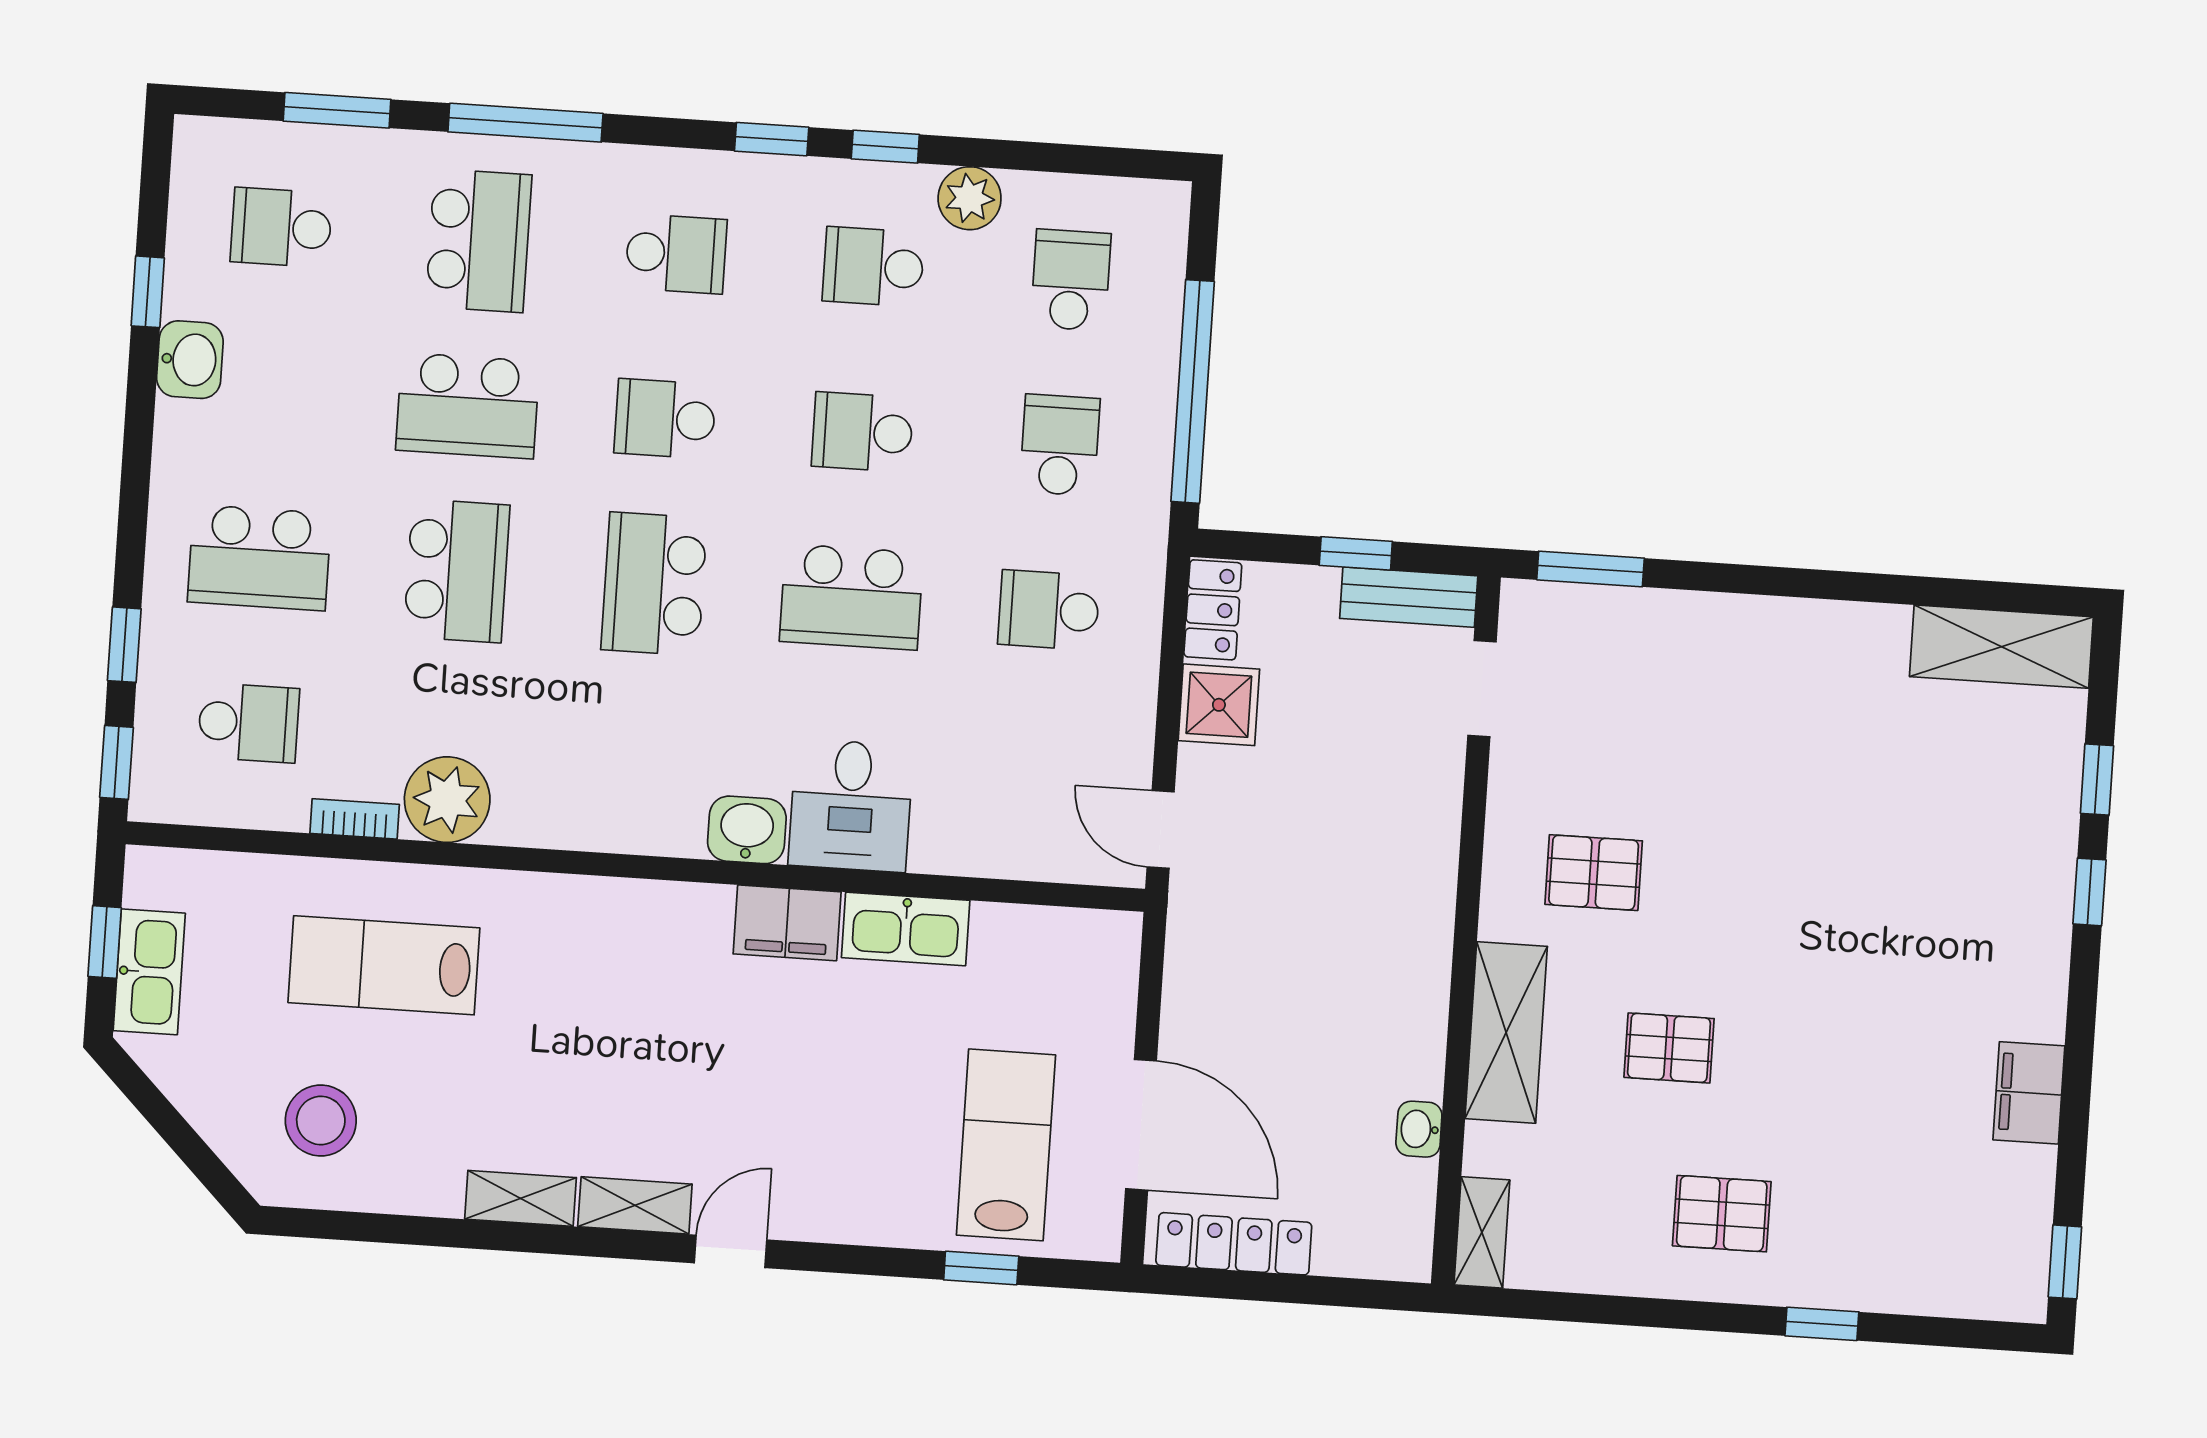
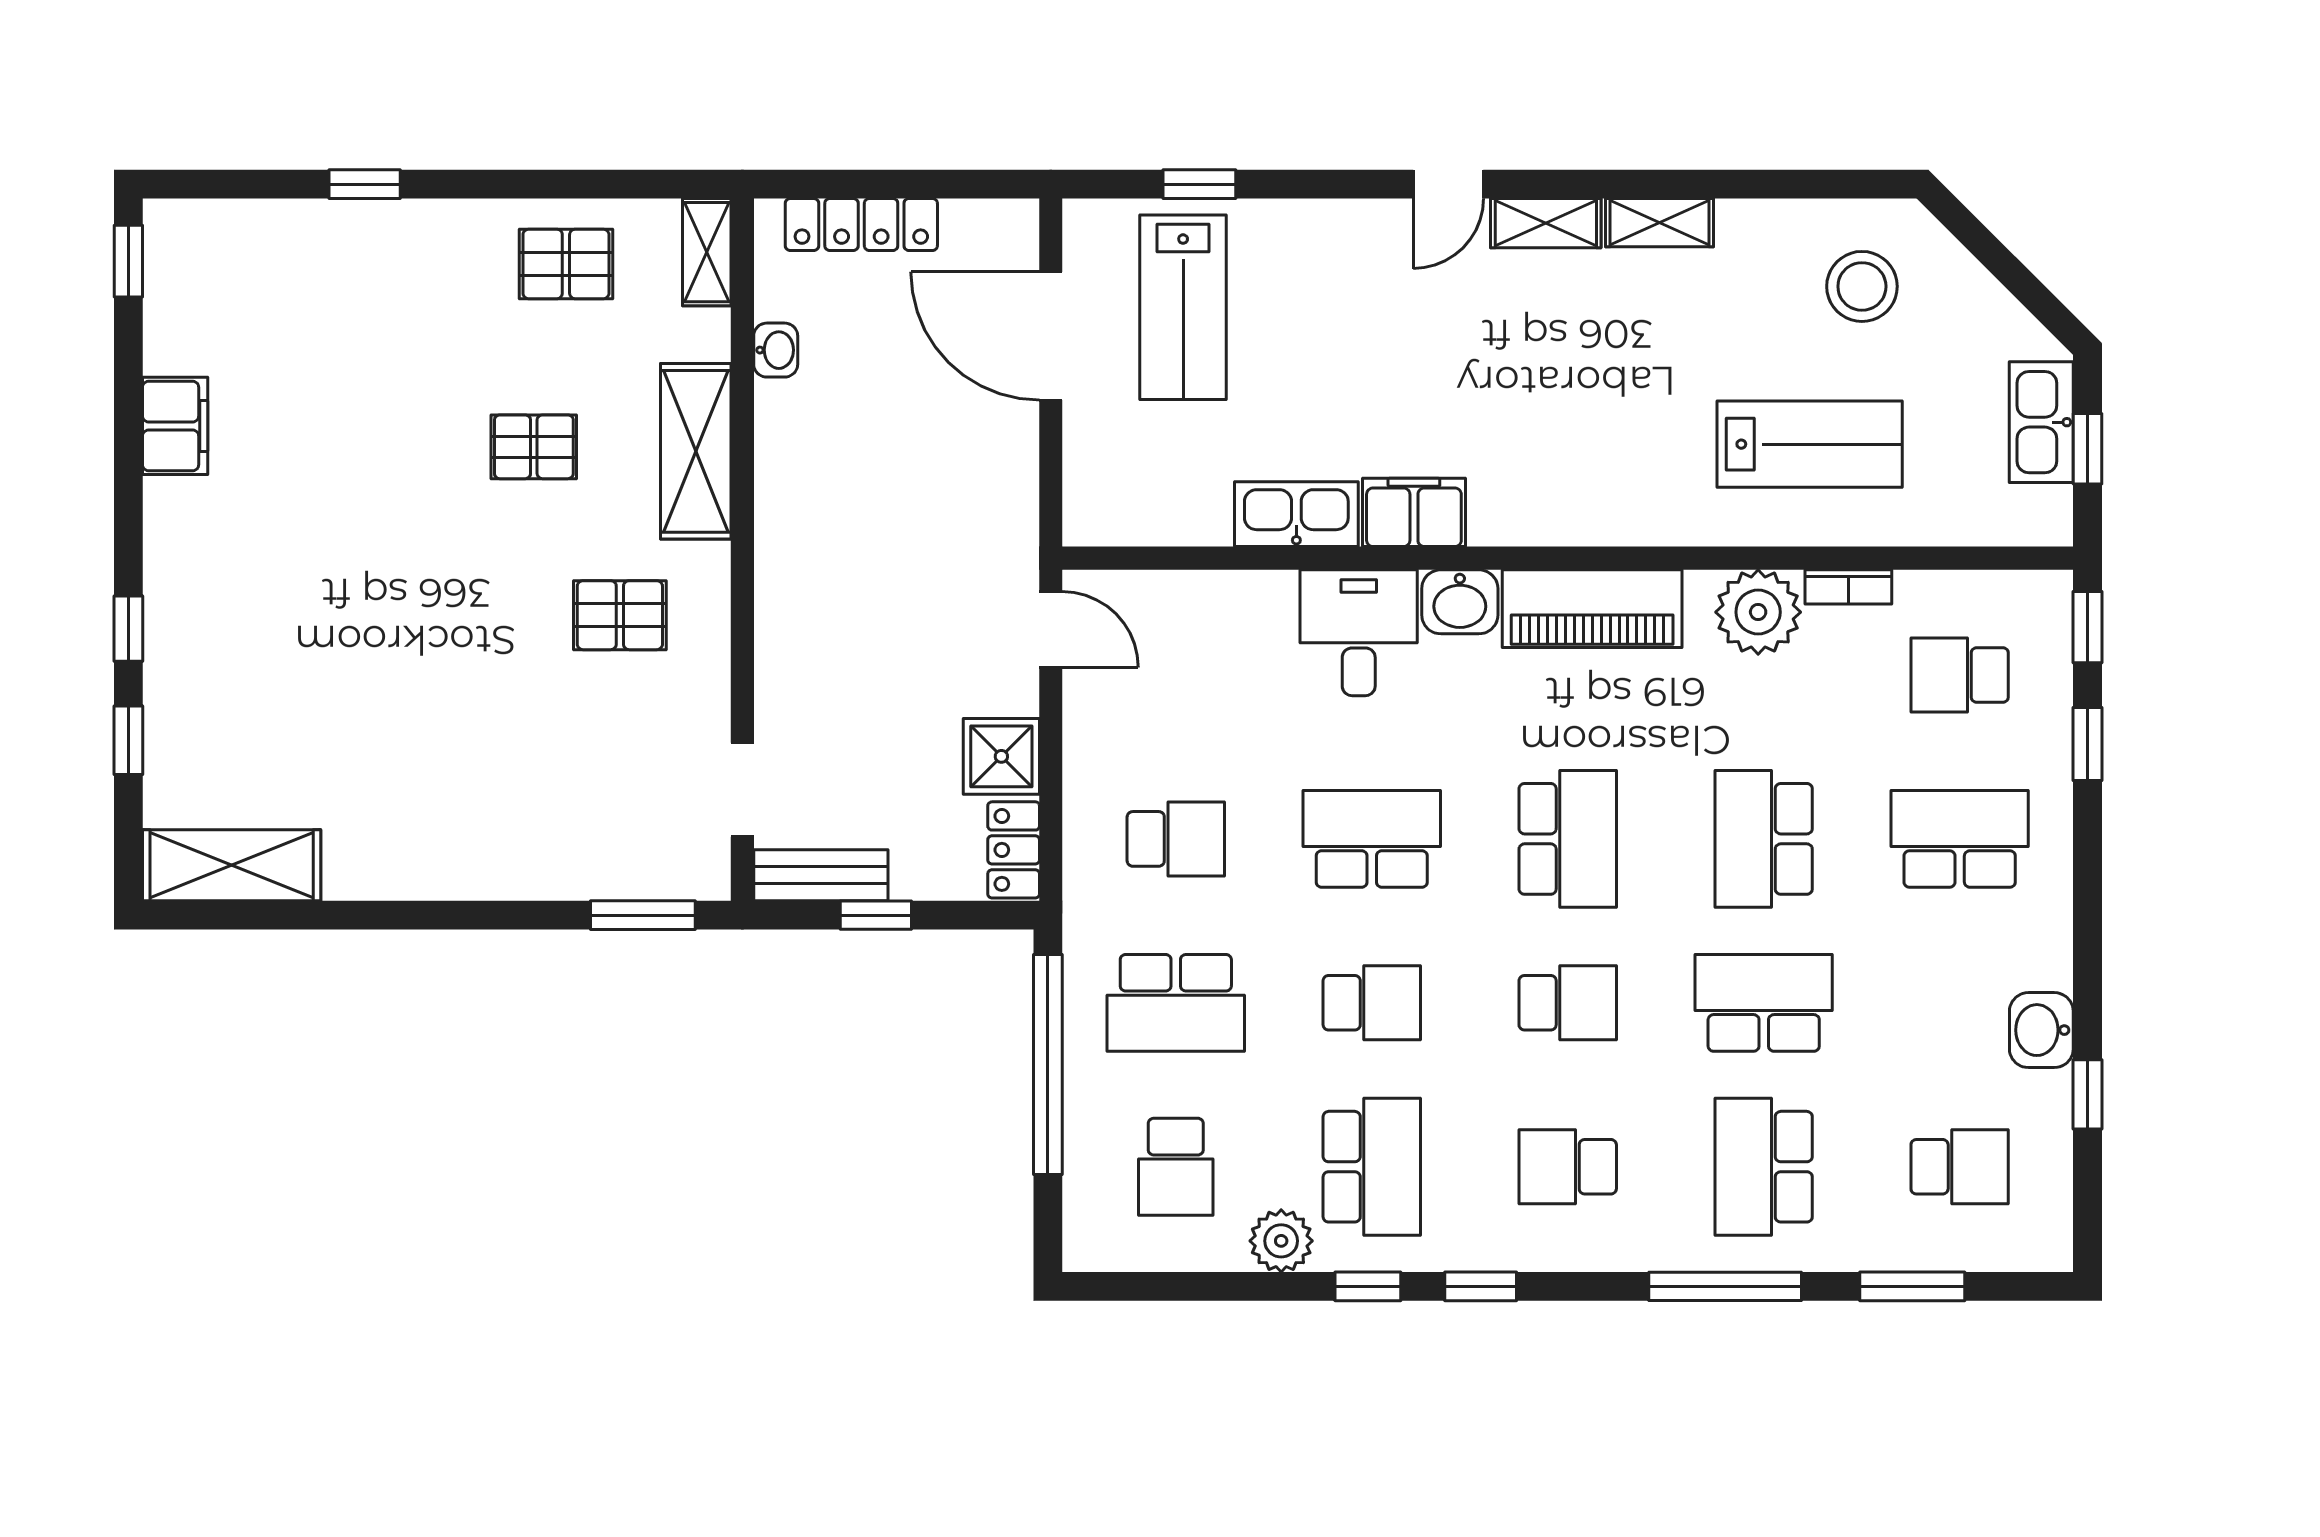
school desk: (873, 267) -> (1372, 1167), width x1.85
school desk: (1060, 445) -> (1176, 1003), width x1.85
piano: (614, 814) -> (1592, 609), added
pallet: (1722, 1214) -> (566, 264), moved
locker: (1234, 1244) -> (861, 224), moved

